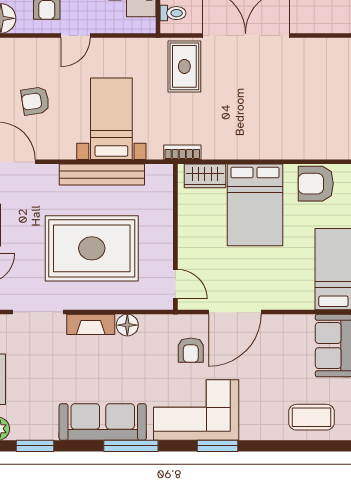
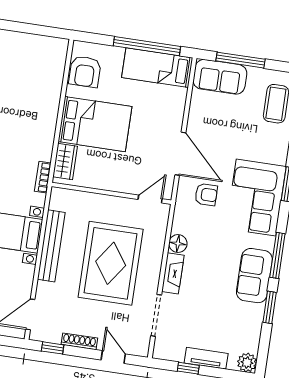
sofa: (103, 422) -> (254, 276), width x0.73
window: (35, 446) -> (270, 307), moved

